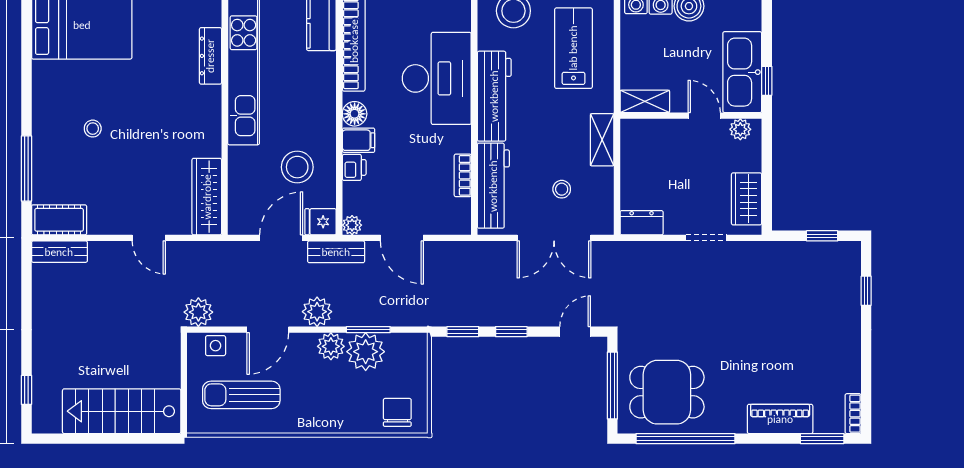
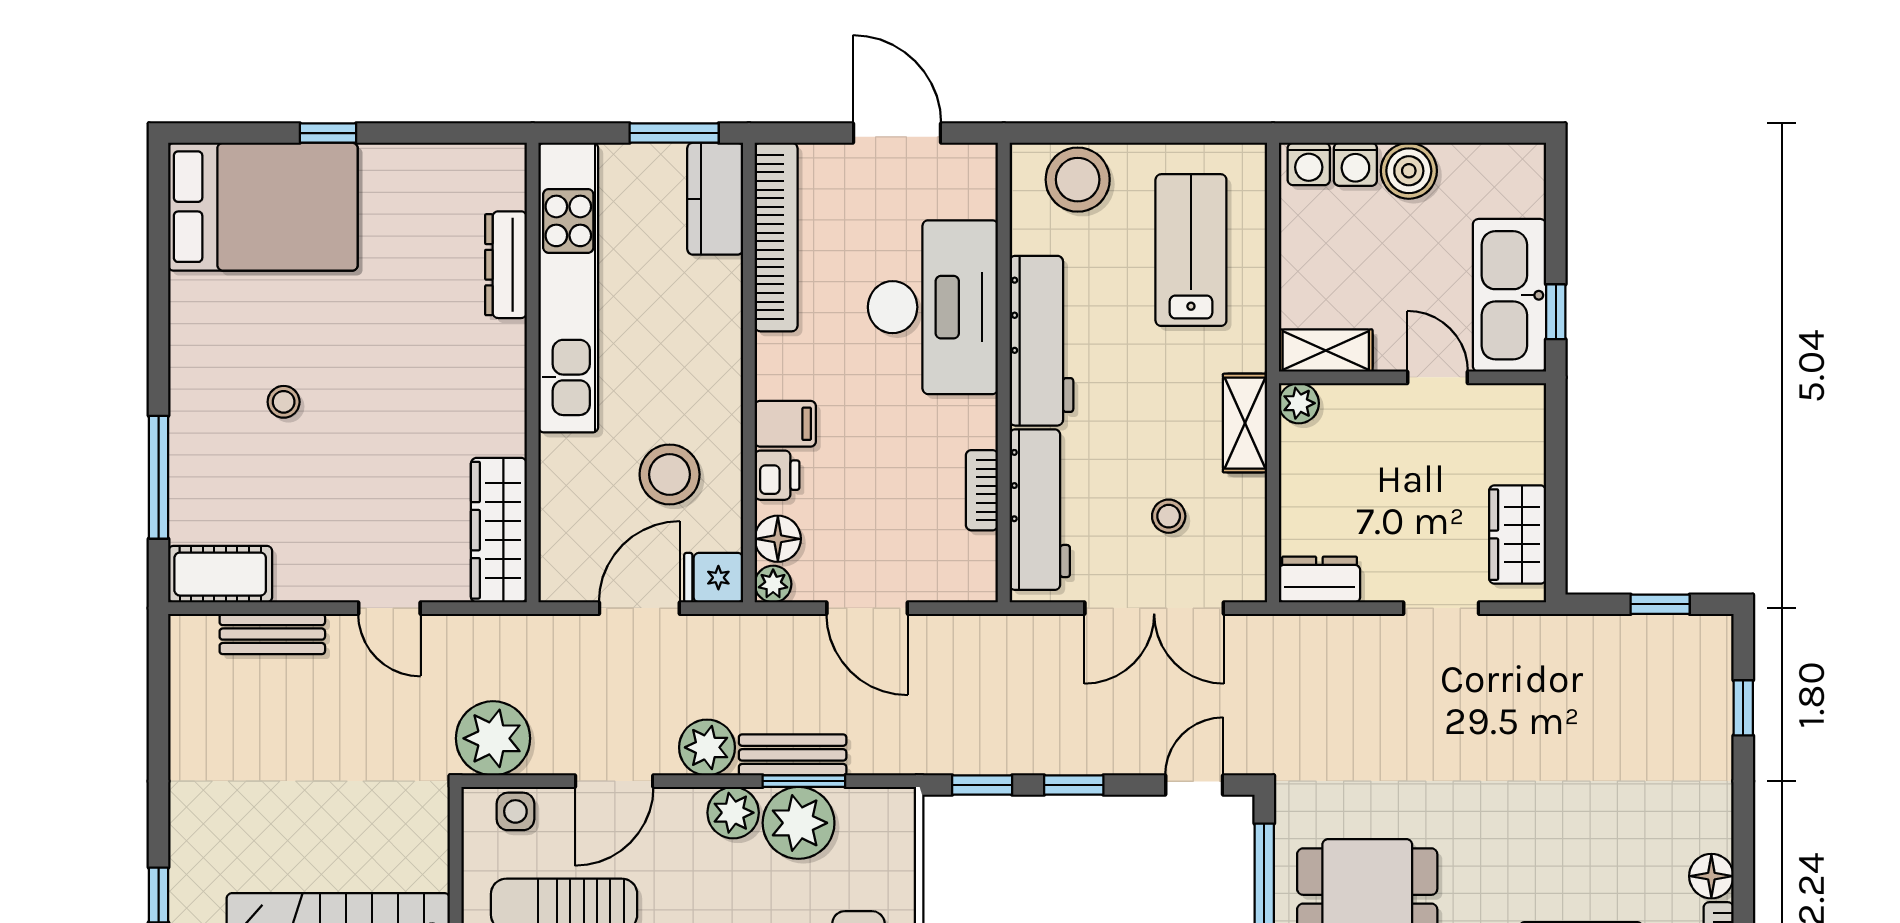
floor lamp: (355, 114) -> (778, 539), moved
plant: (740, 129) -> (1299, 403), moved
bench: (59, 252) -> (272, 634), moved
bench: (336, 252) -> (793, 755), moved
plant: (198, 312) -> (493, 738), width x1.36, depth x1.36
floor lamp: (849, 380) -> (1711, 876), added

